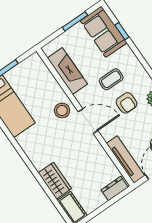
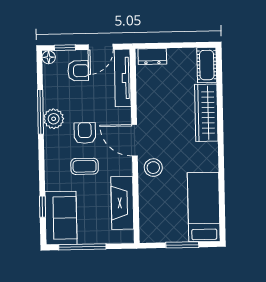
window: (75, 21) -> (82, 247), width x1.44
wardrobe: (55, 181) -> (206, 113), width x1.50

